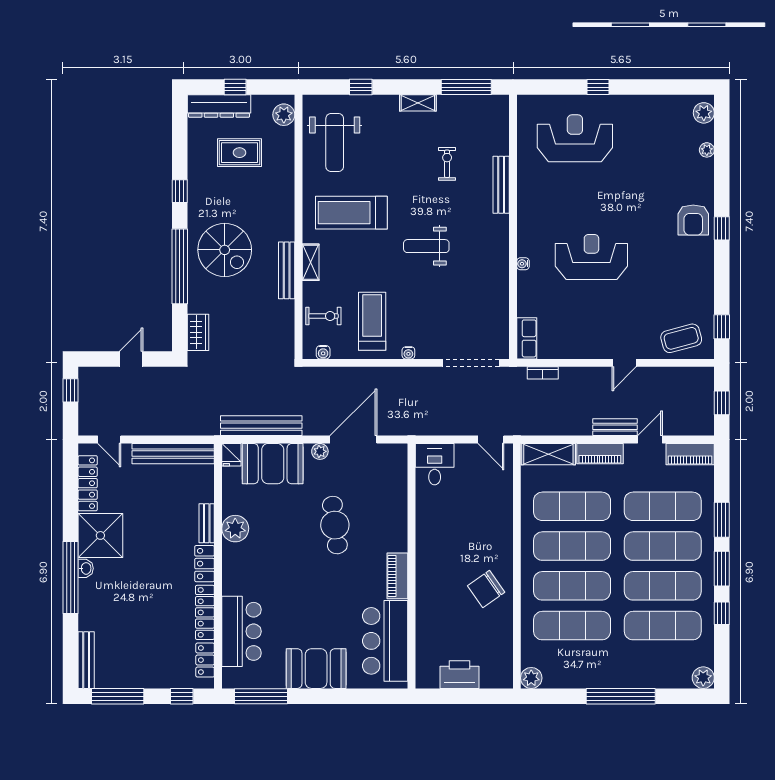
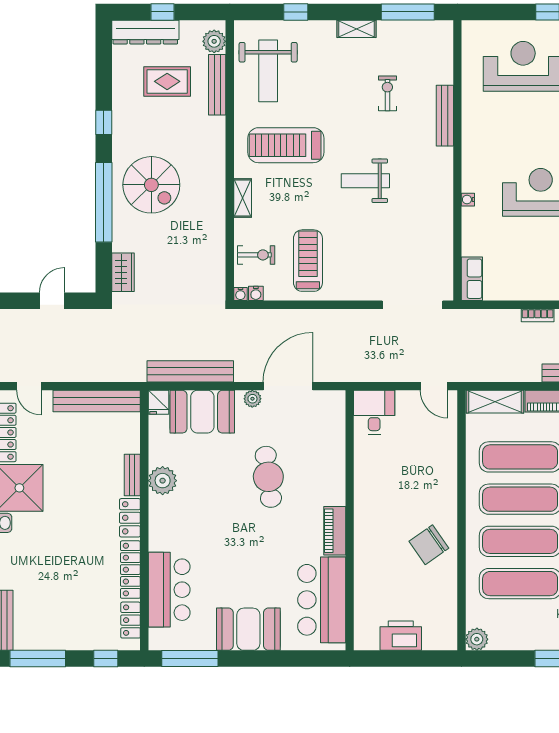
bench: (287, 270) -> (217, 85), moved
water cooler: (408, 353) -> (240, 294), moved
bookcase: (543, 373) -> (538, 315), moved

